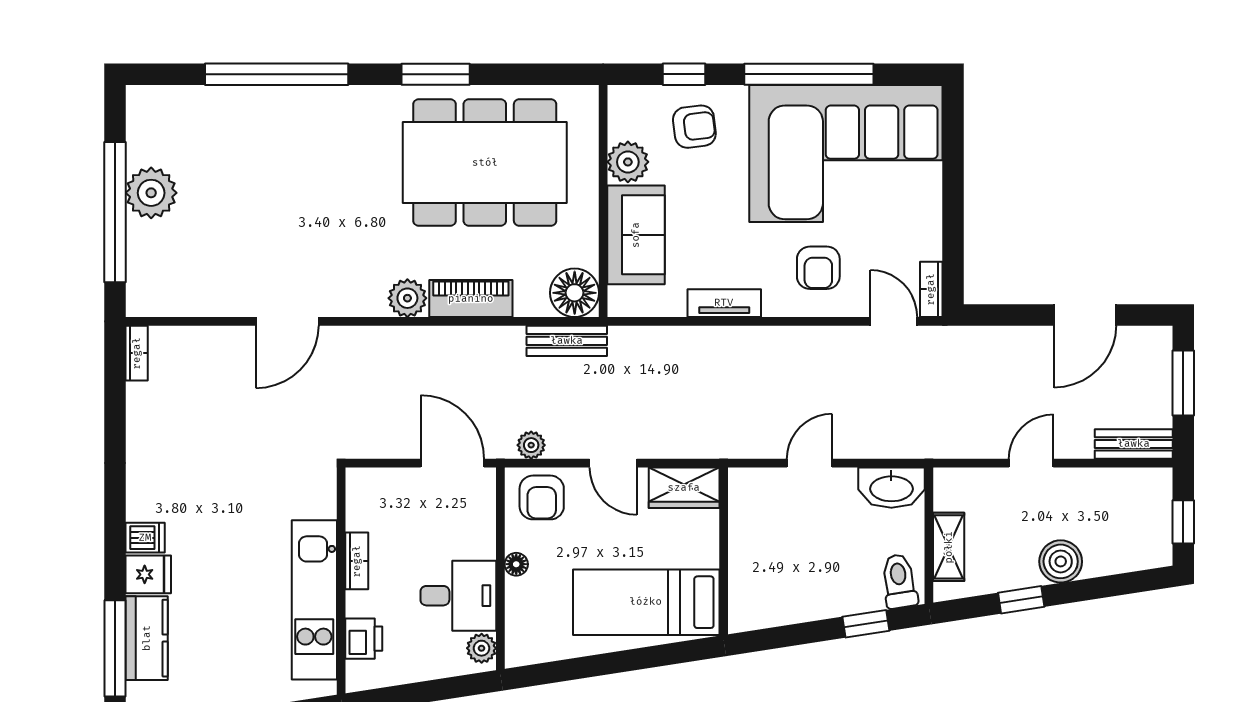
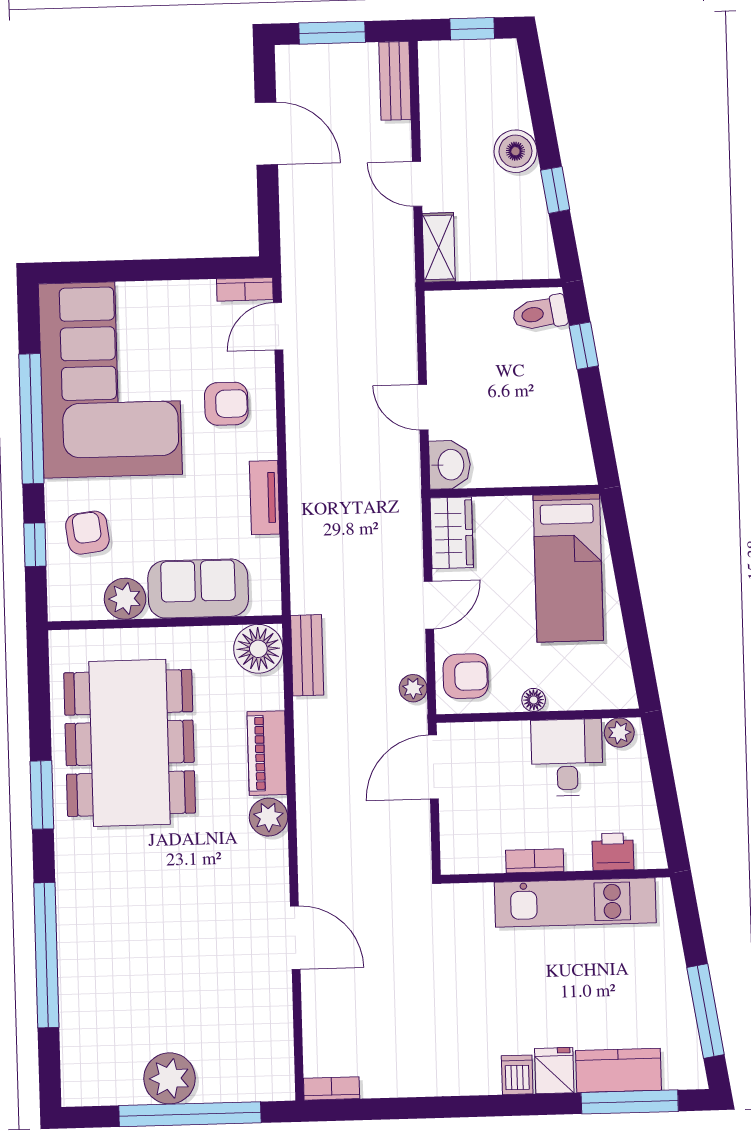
washbasin: (891, 488) -> (450, 465), moved, width x0.72
shelving: (949, 547) -> (439, 247), moved, turned 90

